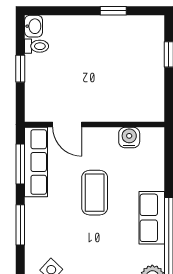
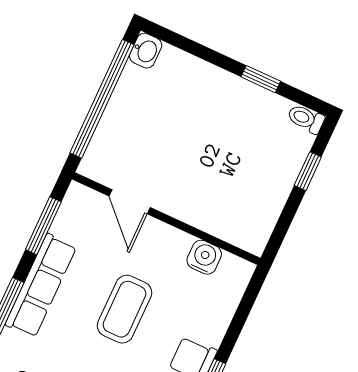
toilet: (37, 46) -> (306, 119), moved, turned 180
window: (20, 69) -> (102, 99), width x3.17
row of seats: (36, 162) -> (41, 286), moved

